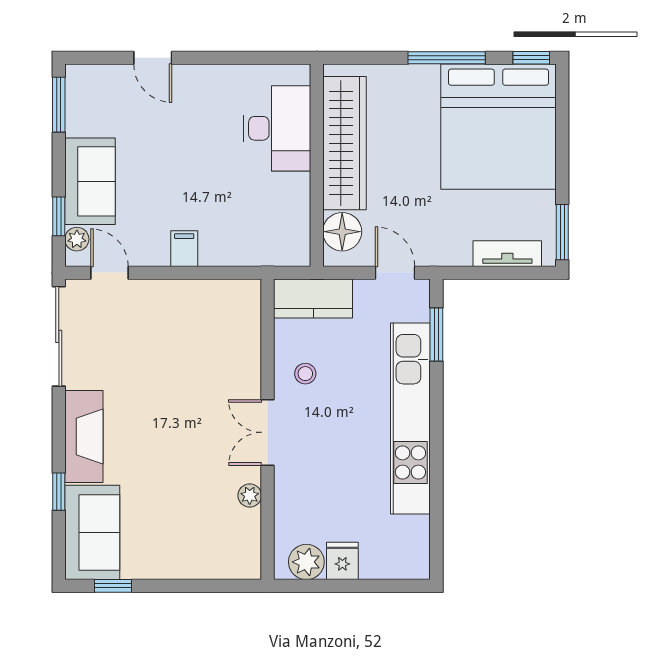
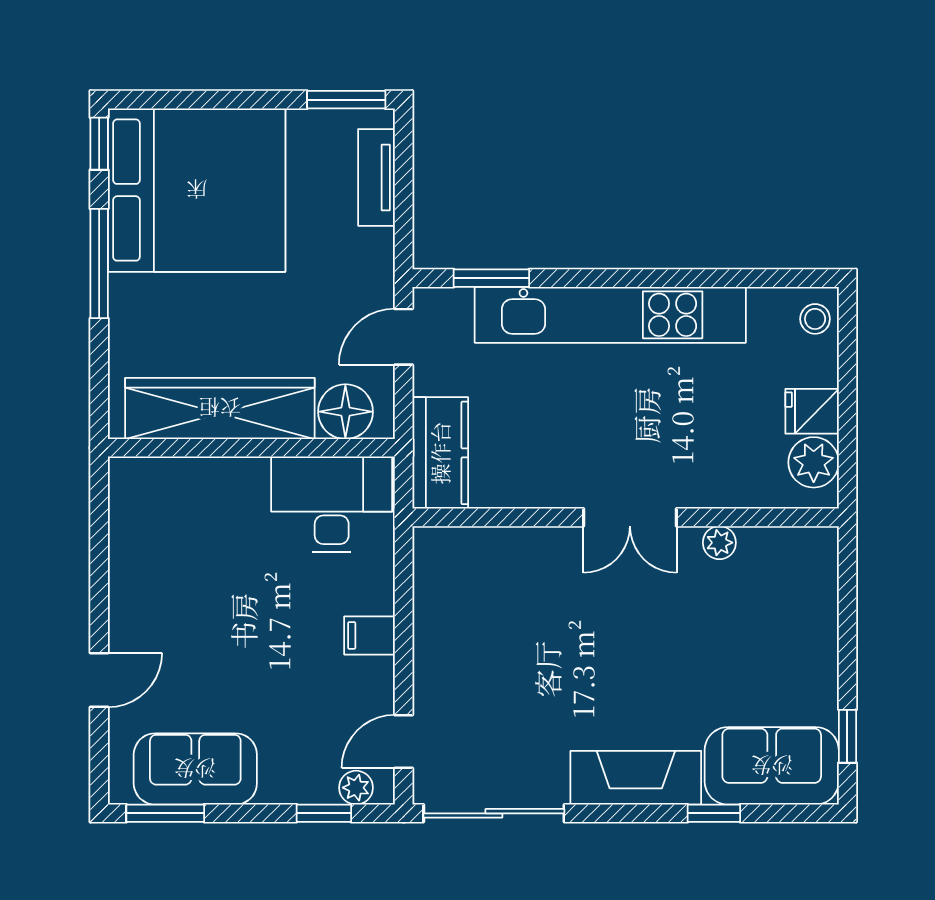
desk: (277, 128) -> (332, 504), moved
sofa: (90, 181) -> (195, 769), moved
stool: (305, 374) -> (815, 319), moved

